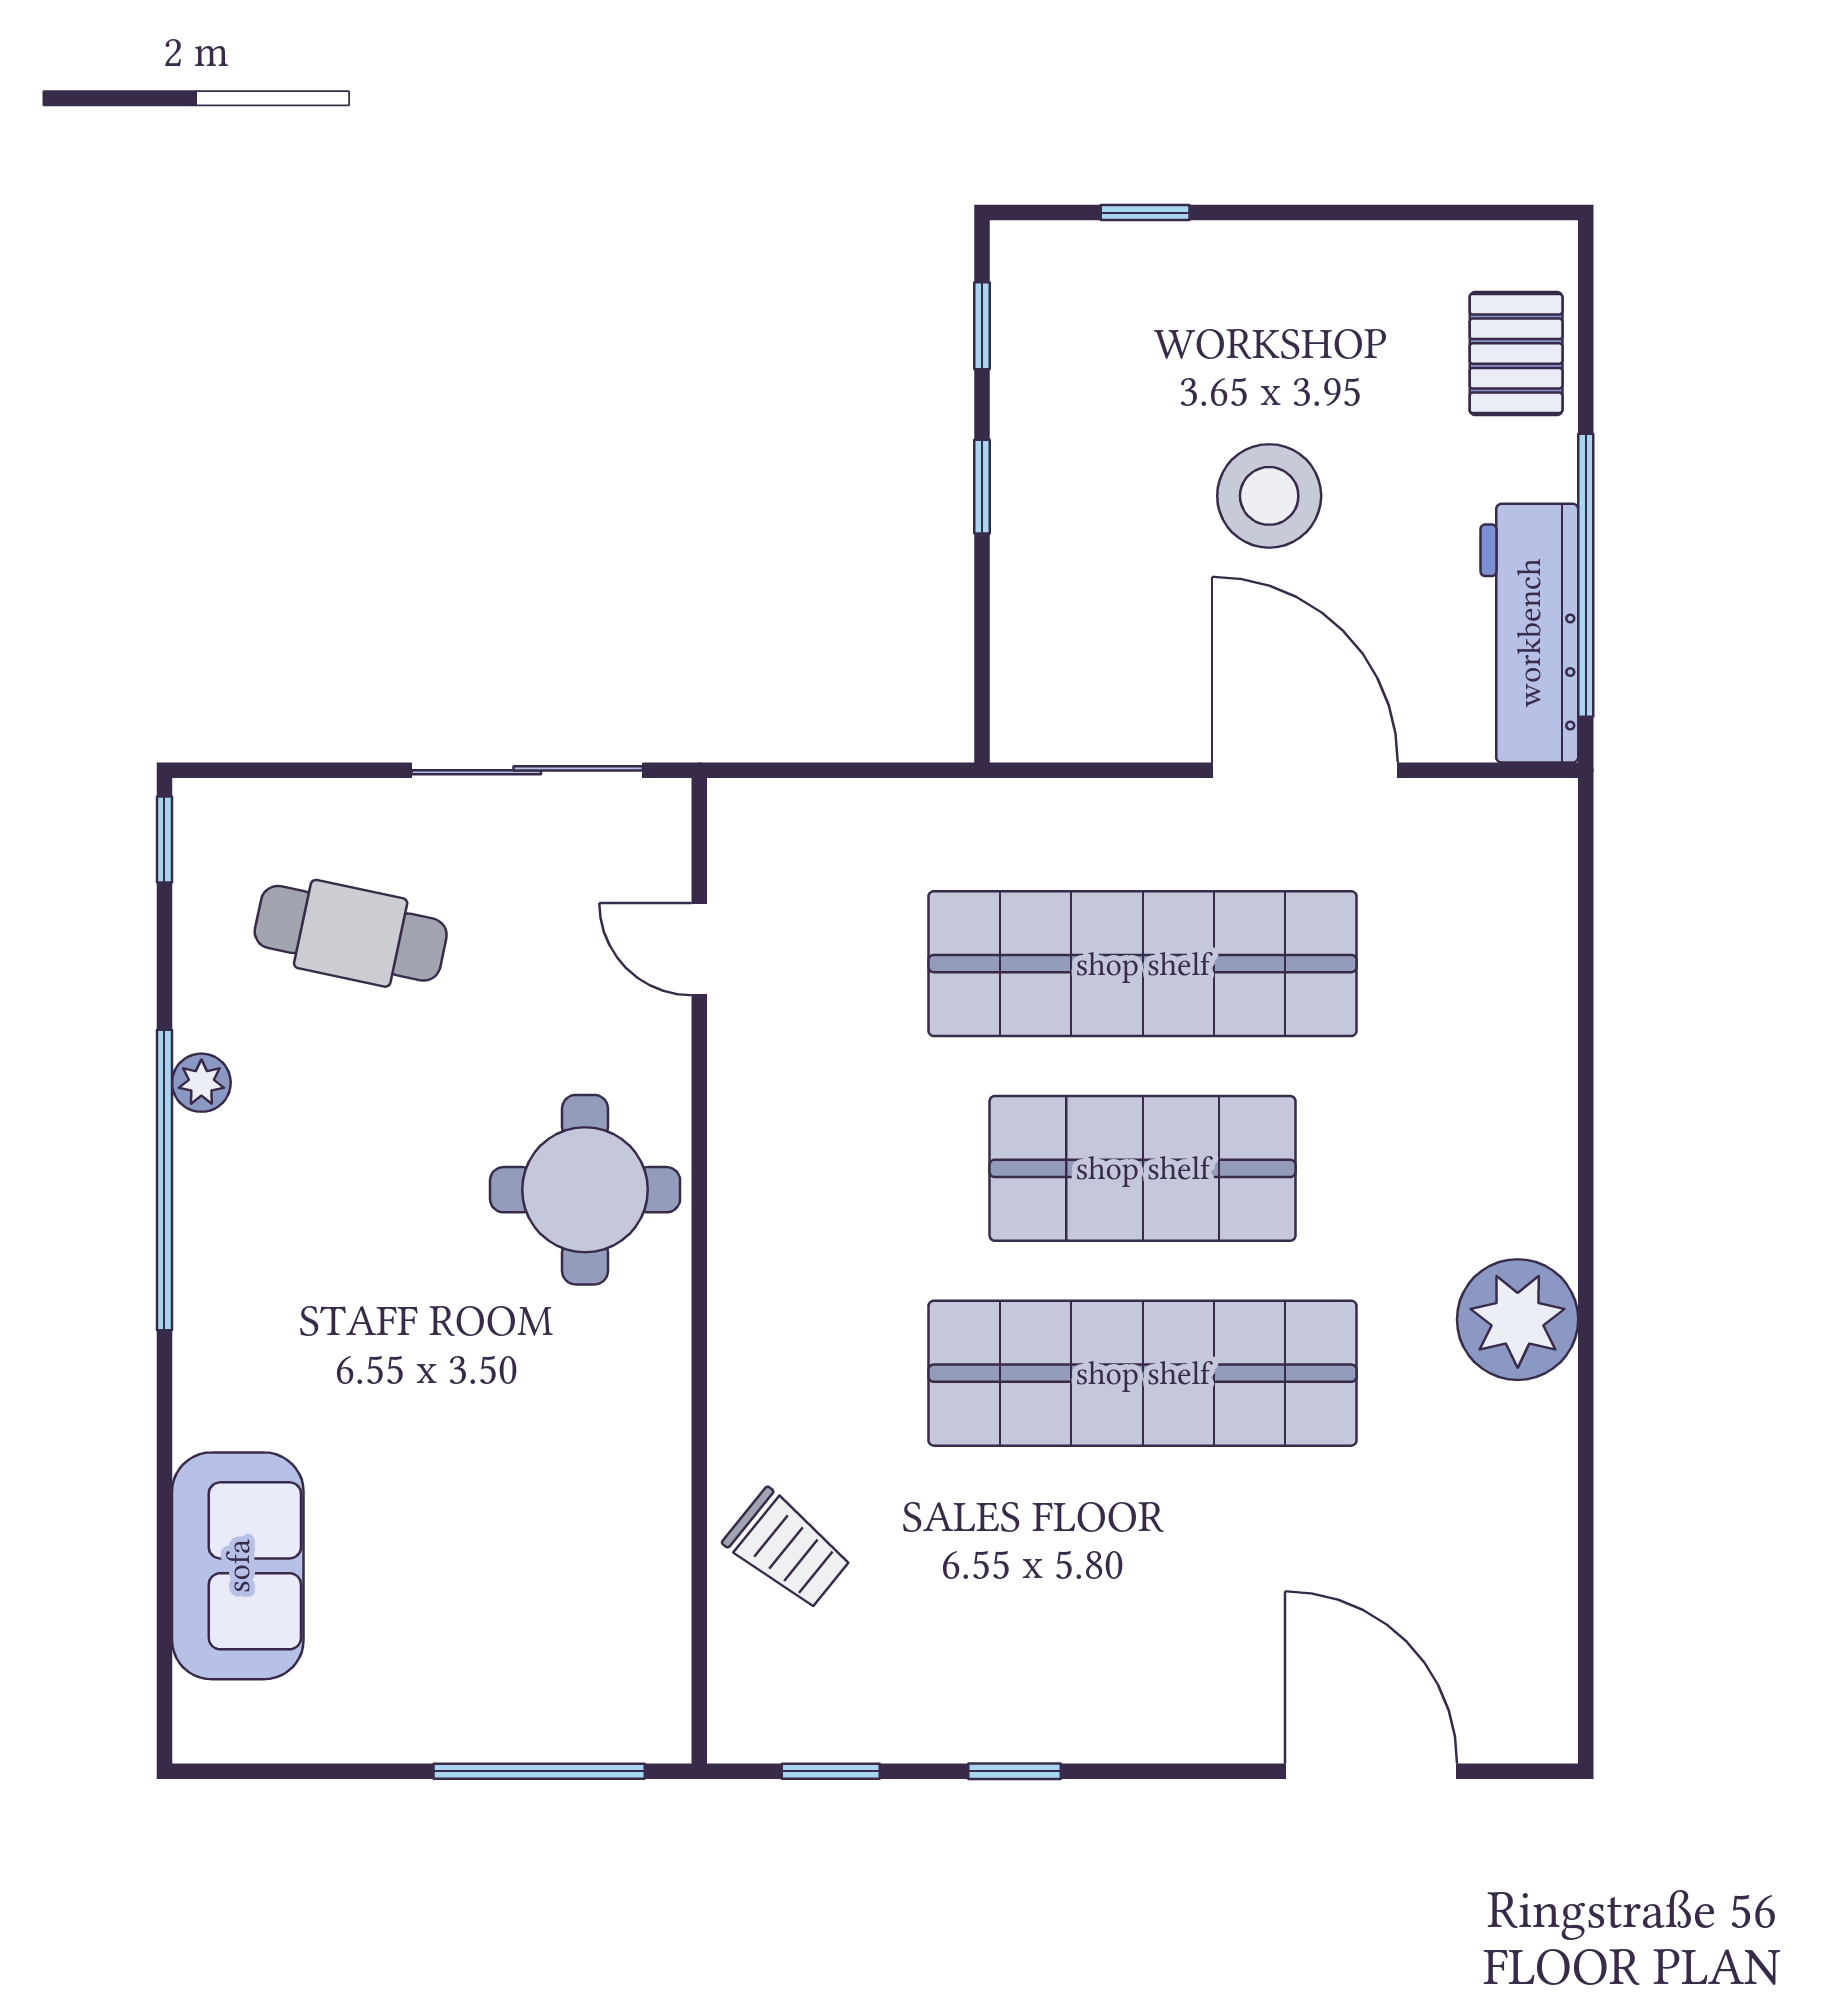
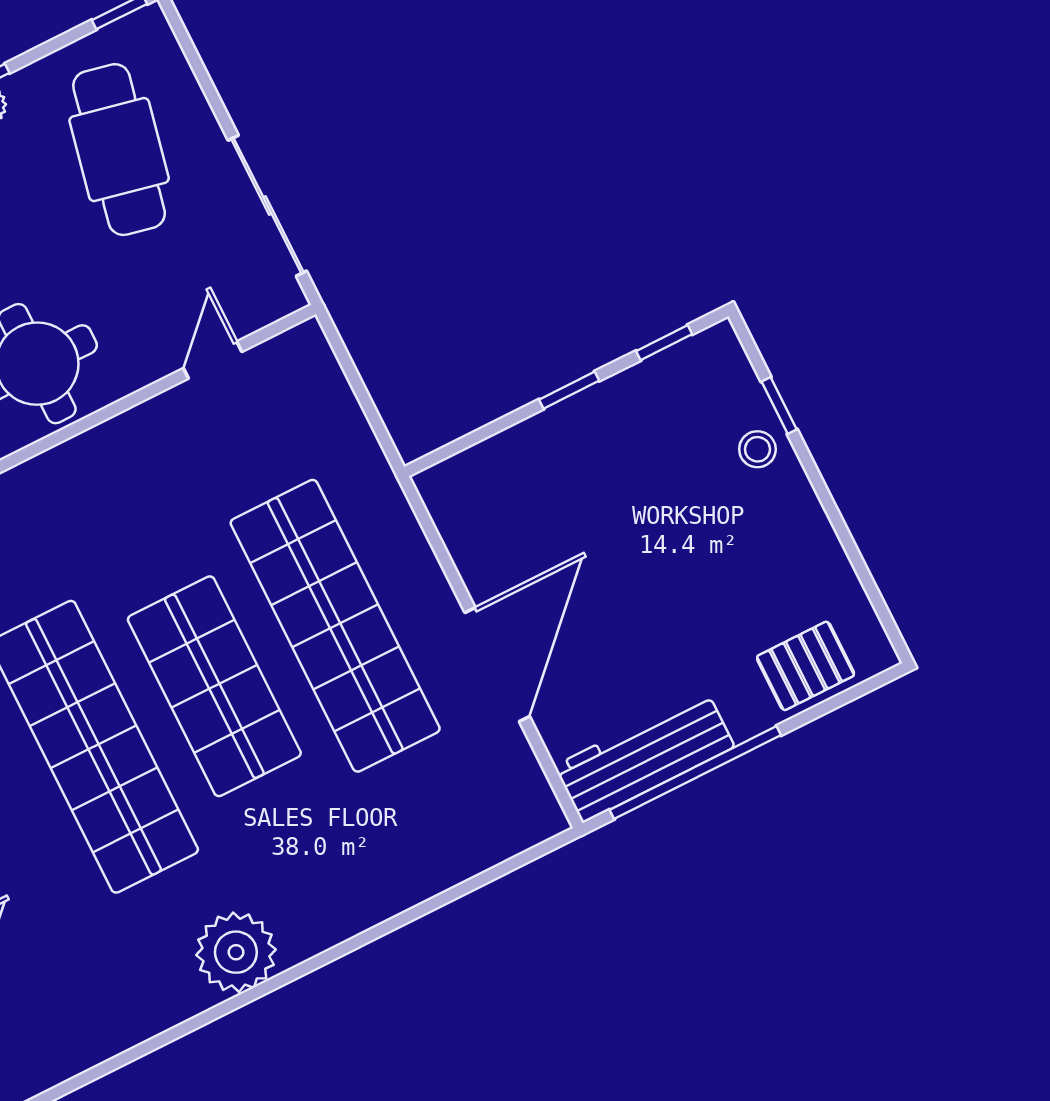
stool: (1269, 496) -> (757, 449), moved, width x0.53, depth x0.53
cafe table: (351, 933) -> (119, 150), width x1.37, depth x1.35

